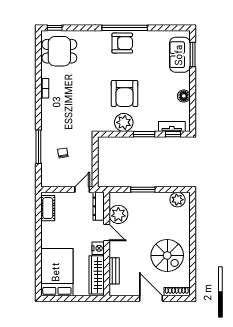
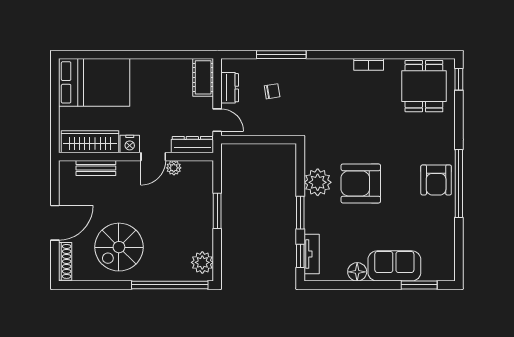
sofa: (180, 55) -> (394, 266), moved
dresser: (60, 181) -> (230, 88), added
cot: (48, 208) -> (203, 77), moved, turned 90
plant: (118, 214) -> (174, 168), width x0.53, depth x0.53
window: (193, 221) -> (170, 285), added

